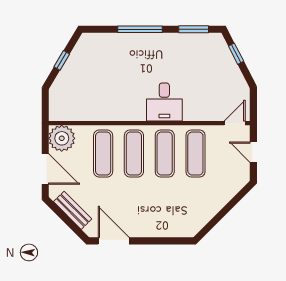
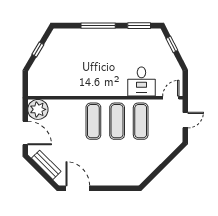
desk: (164, 102) -> (141, 82), moved
door: (253, 152) -> (185, 120), swing flipped
exercise mat: (103, 154) -> (70, 121), removed

